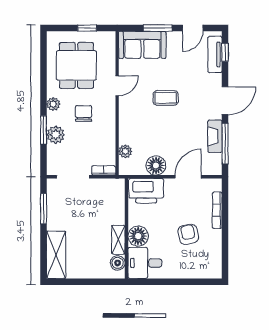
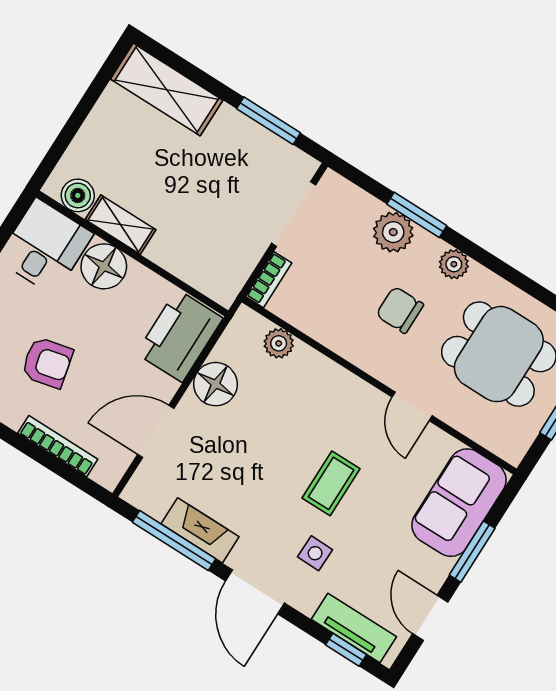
side table: (196, 87) -> (315, 553), added
chair: (84, 114) -> (400, 310), turned 180
door: (188, 177) -> (156, 431), swing flipped

